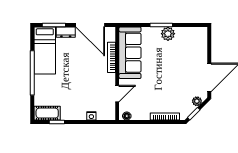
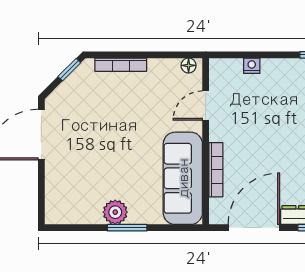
door: (90, 25) -> (254, 228), hinge flipped
plant: (197, 101) -> (64, 92), removed

